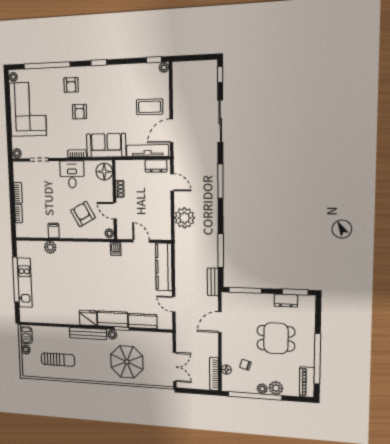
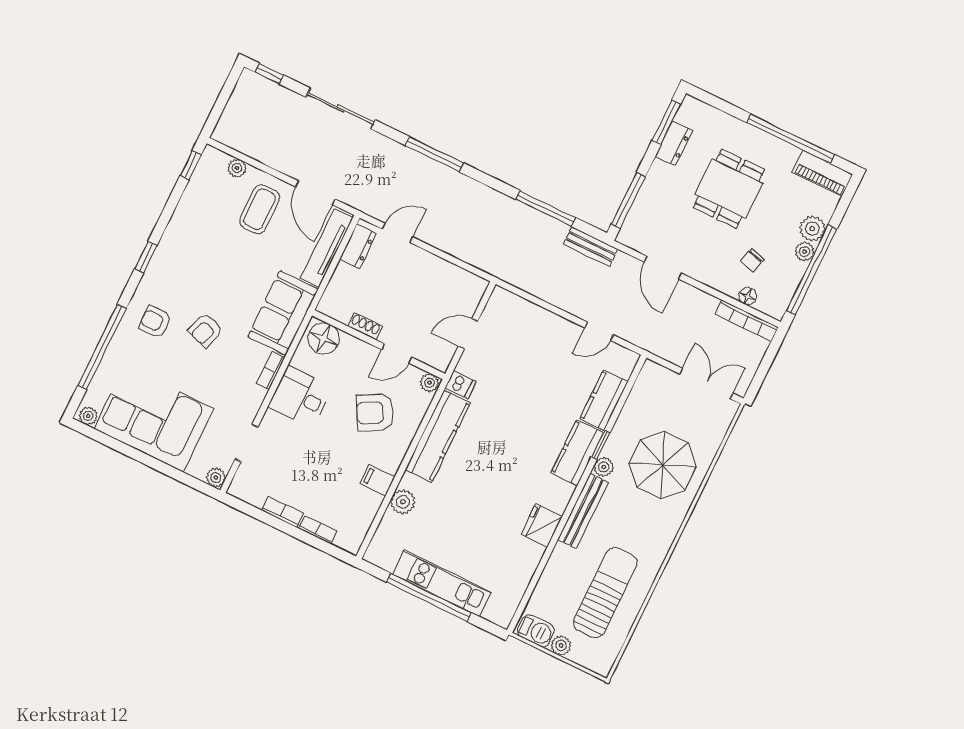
plant: (164, 67) -> (237, 168), moved
armchair: (71, 85) -> (155, 322), turned 180
armchair: (79, 112) -> (205, 330), turned 108
plant: (184, 218) -> (465, 241), removed
kitchen counter: (164, 267) -> (438, 436), moved, turned -90
fridge: (88, 318) -> (542, 526), moved
sun lounger: (58, 360) -> (605, 593), width x1.36, depth x1.34

